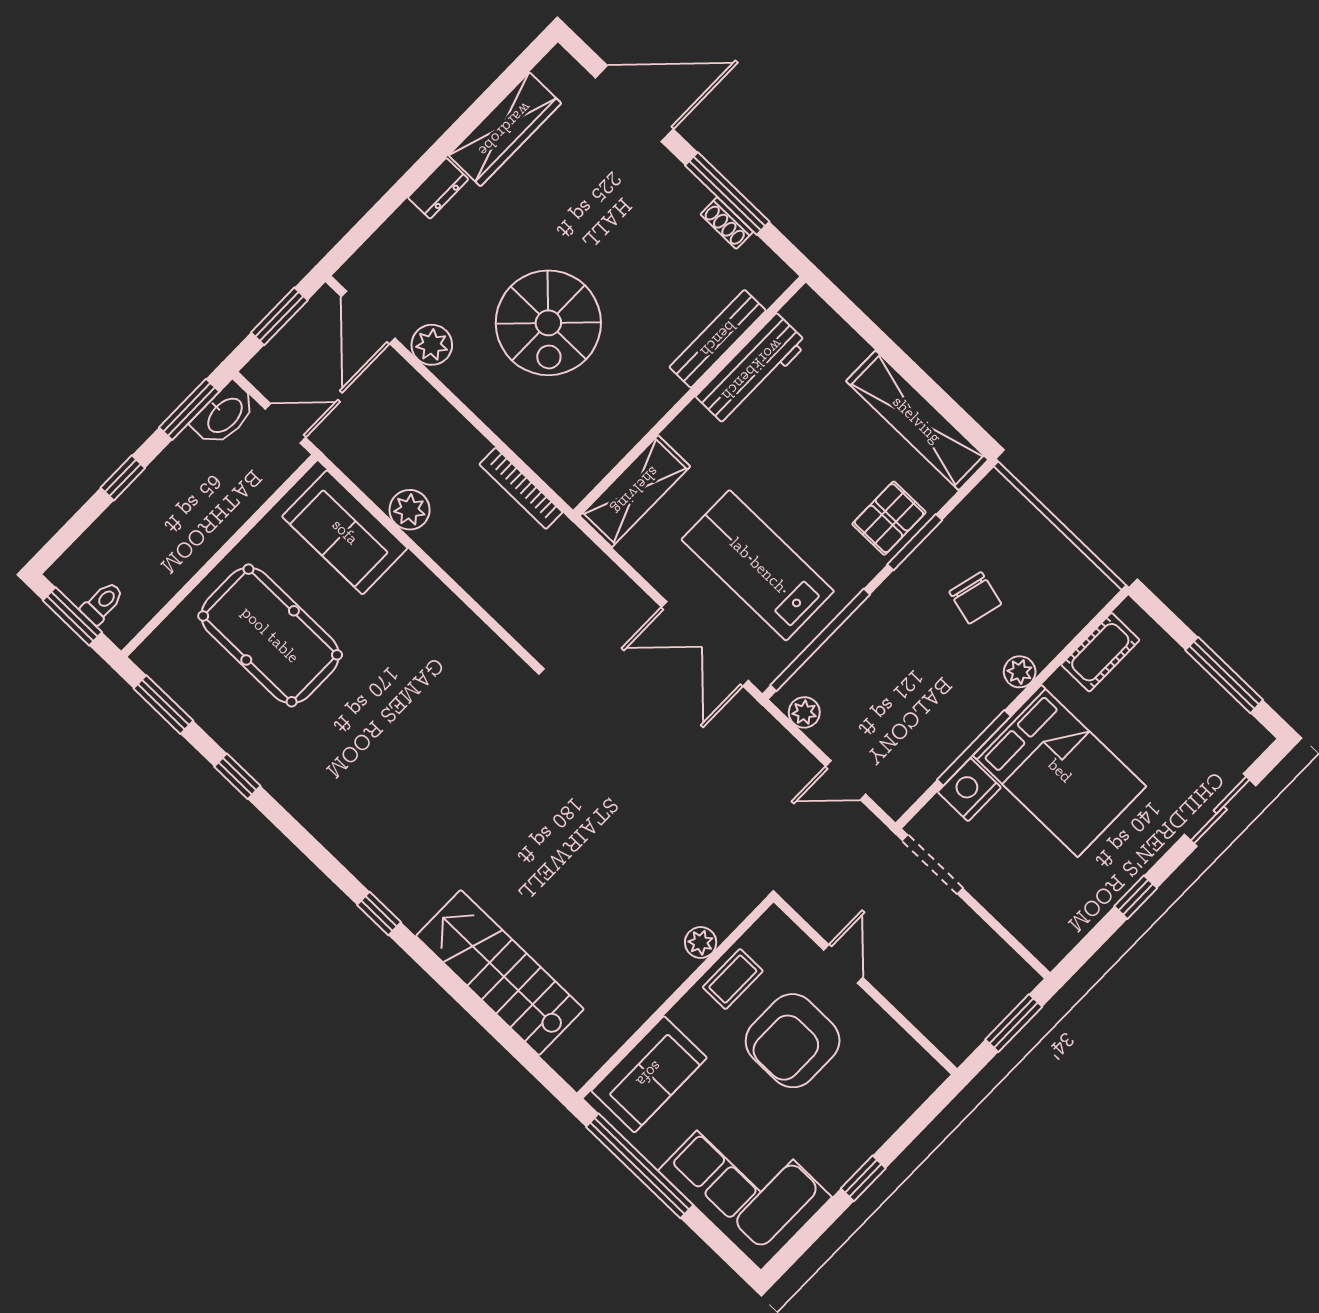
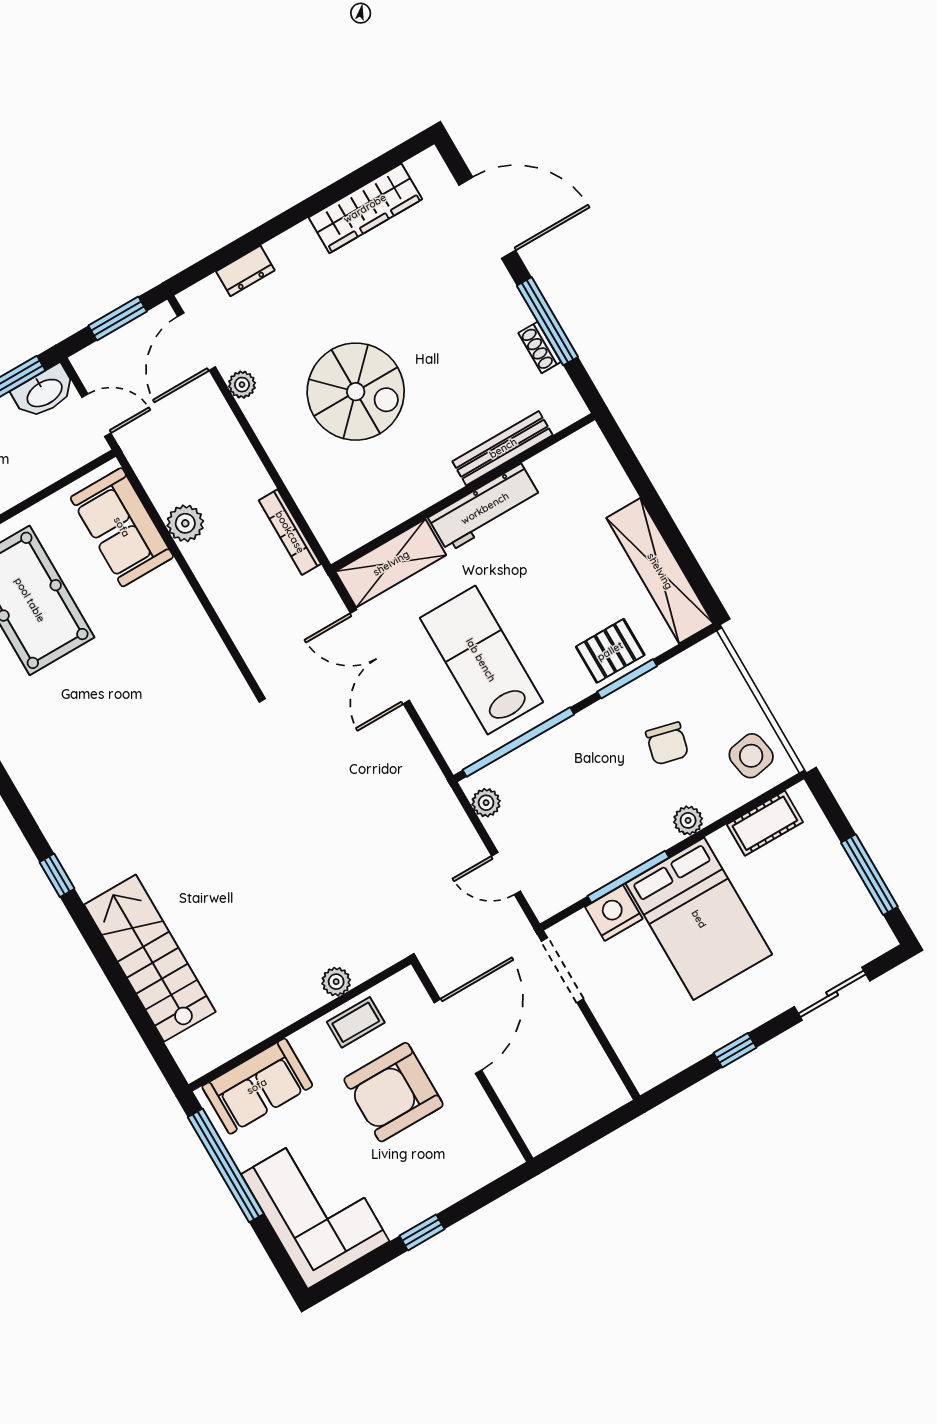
dresser: (438, 188) -> (245, 271), moved
spiral stairs: (548, 323) -> (356, 392), turned -90
plant: (432, 345) -> (242, 385), width x0.73, depth x0.73
workbench: (752, 370) -> (485, 508), moved
side table: (1066, 586) -> (751, 756), added
double door: (705, 644) -> (380, 657), moved
door: (843, 964) -> (458, 1036), width x1.87
window: (1014, 1023) -> (595, 1132), removed

